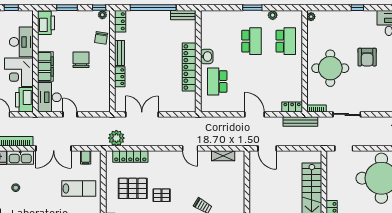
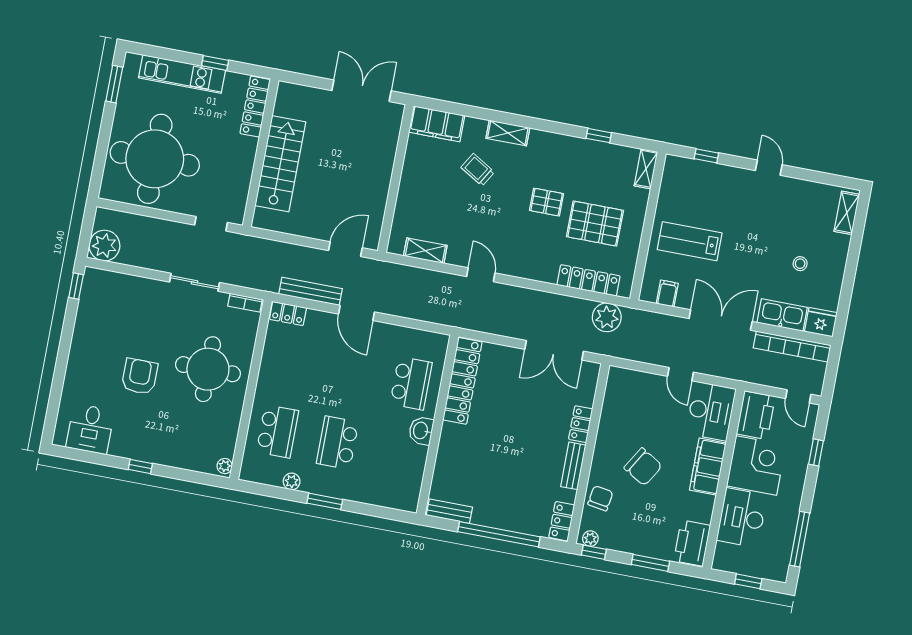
school desk: (286, 41) -> (277, 431), turned 180
chair: (81, 60) -> (643, 467), turned -59
locker: (189, 67) -> (462, 381), moved
bench: (300, 122) -> (311, 291), moved
door: (267, 148) -> (345, 249), hinge flipped

